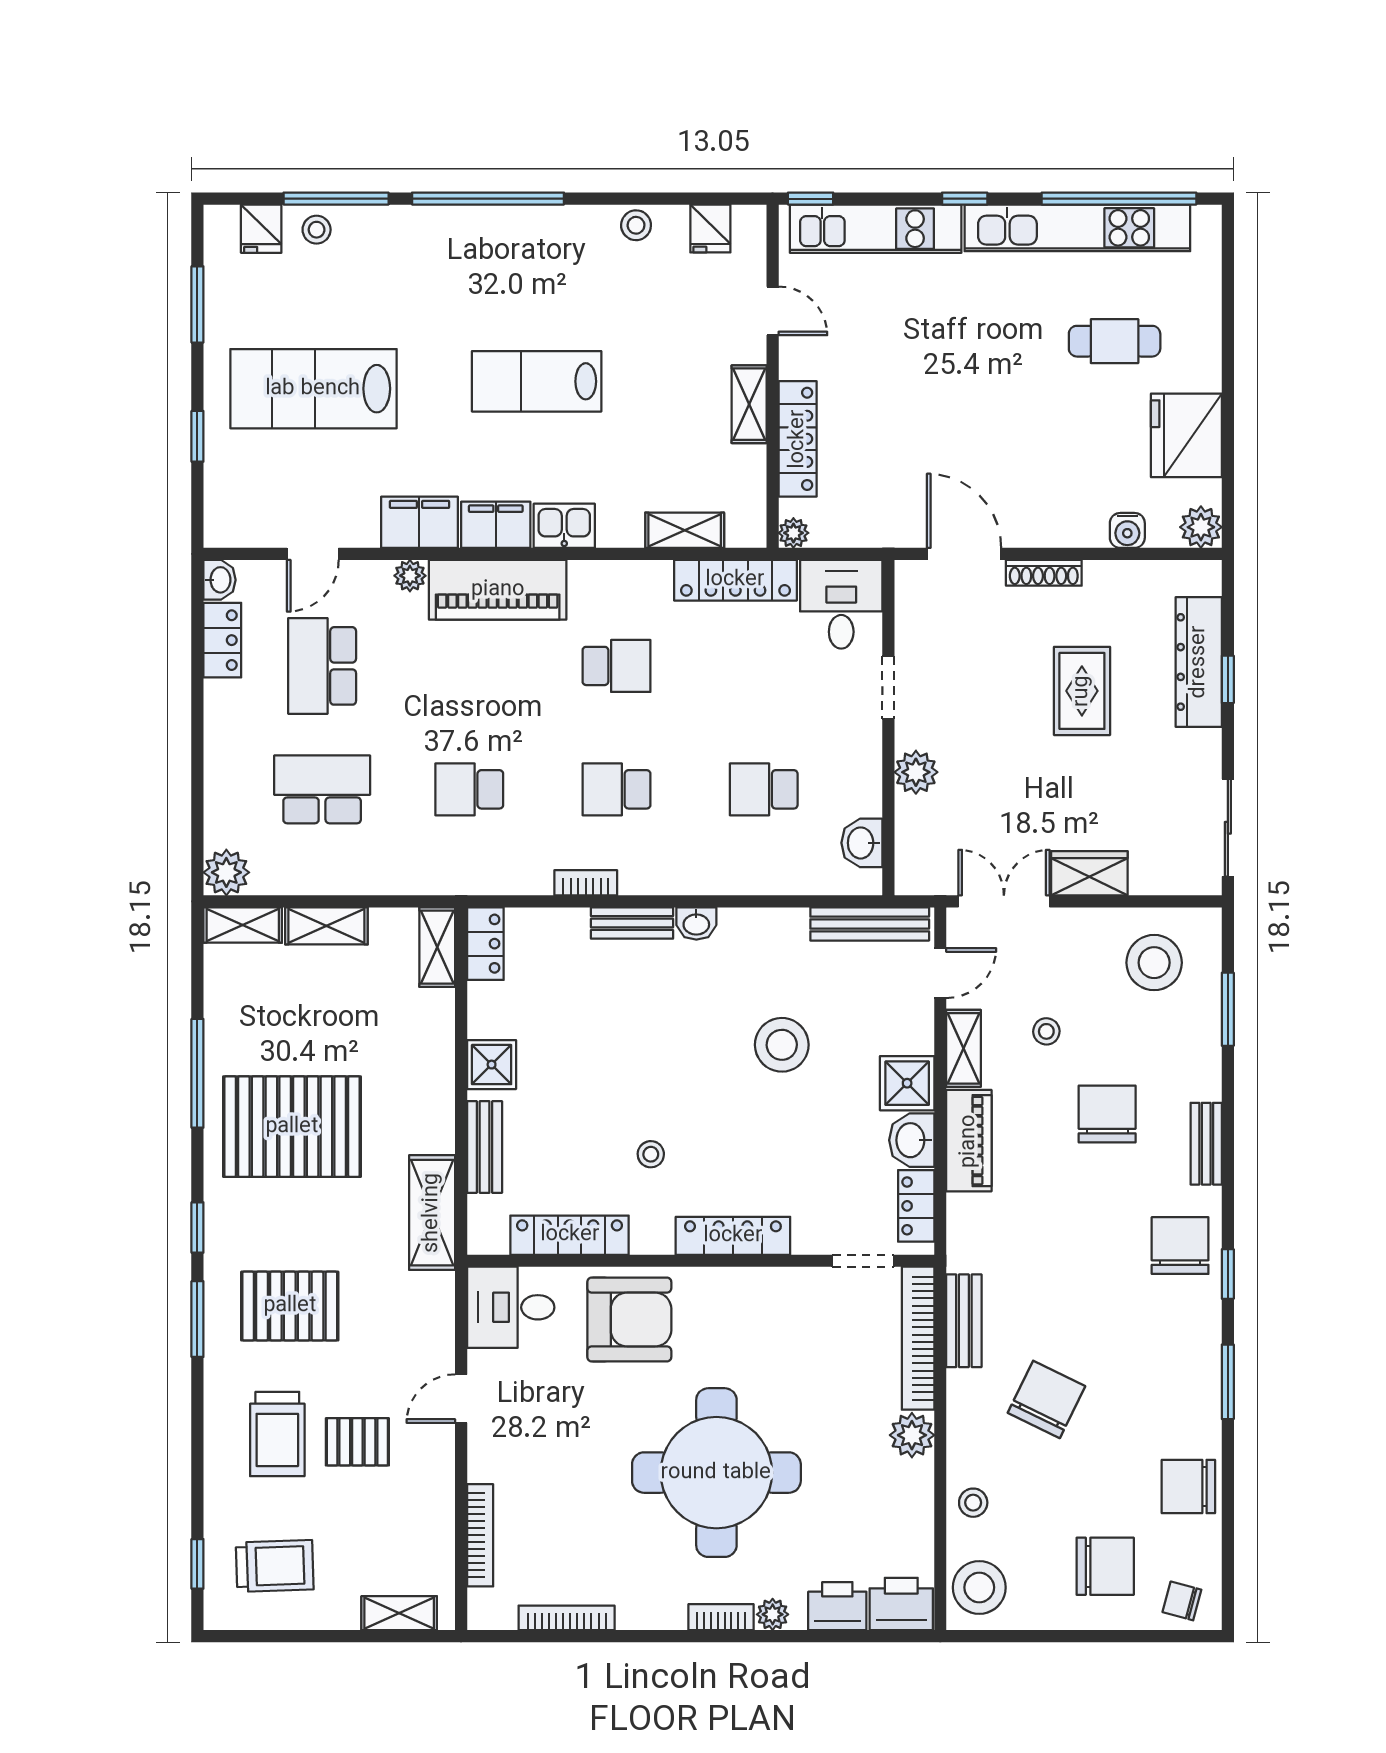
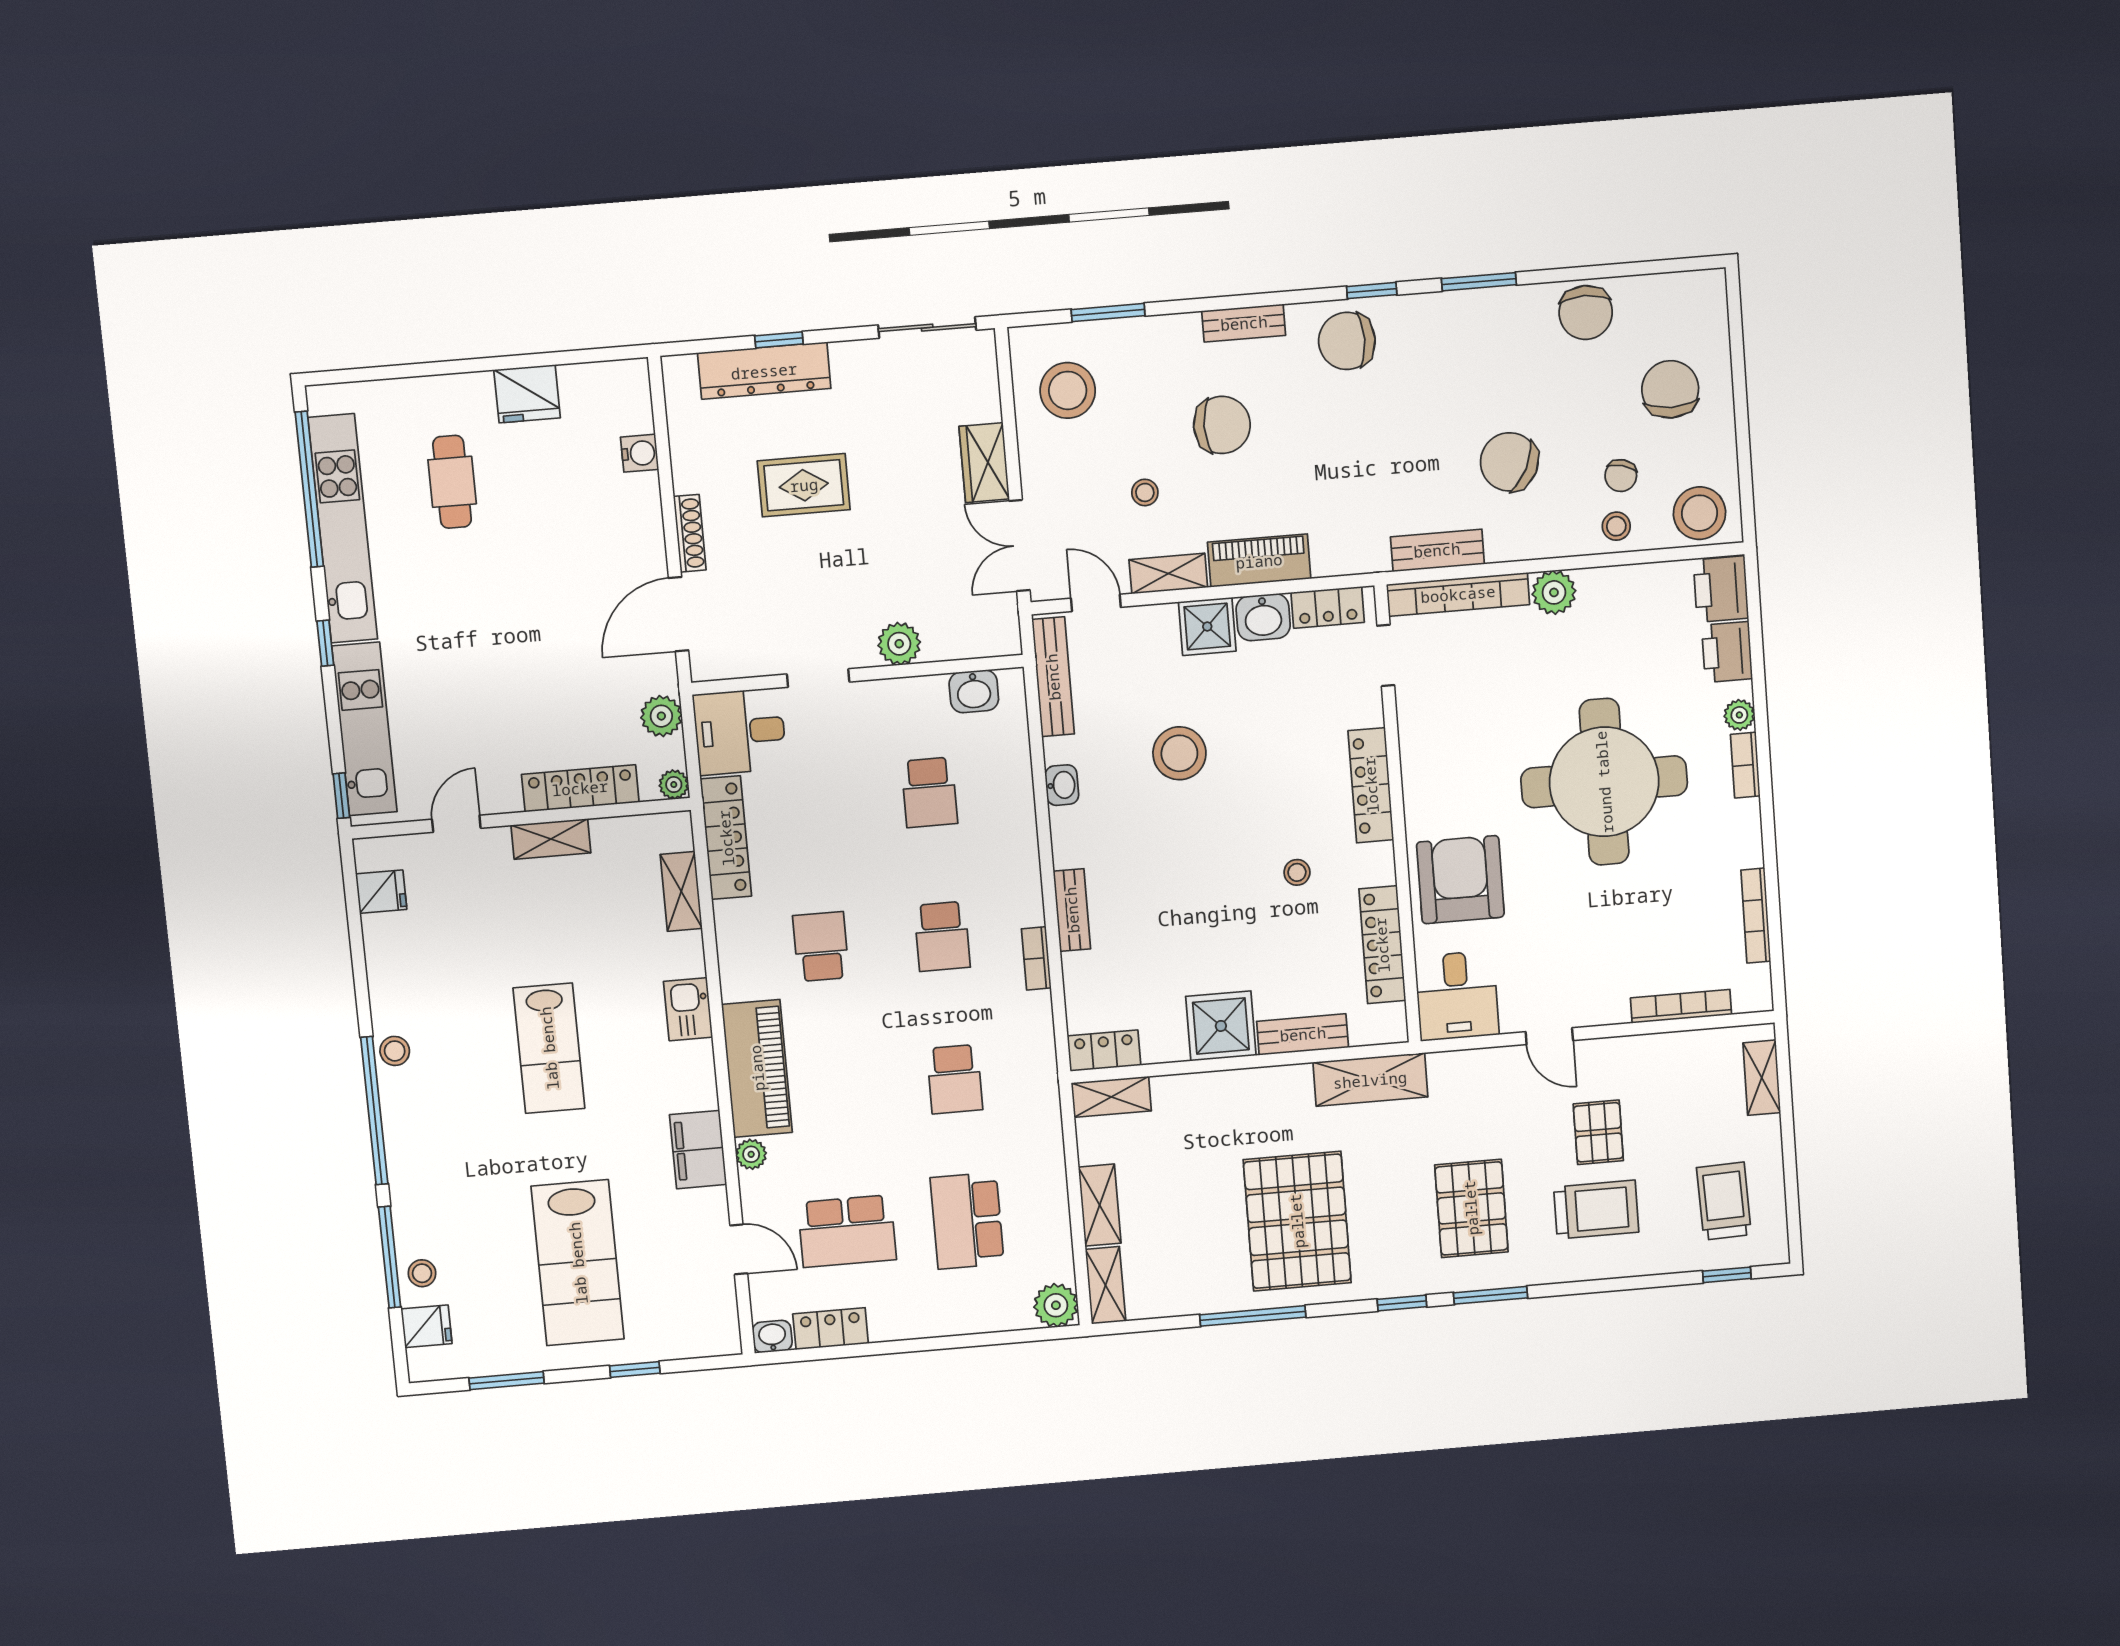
stool: (636, 225) -> (395, 1051), moved
fridge: (1186, 435) -> (527, 394), width x0.73, depth x0.75
filing cabinet: (496, 525) -> (693, 1076), removed
plant: (1201, 527) -> (661, 716), moved
washbasin: (696, 924) -> (1062, 785), moved
shower: (492, 1065) -> (1221, 1026), width x1.36, depth x1.36
chair: (1107, 1114) -> (1222, 425), turned 180
chair: (1182, 1601) -> (1621, 476), moved

